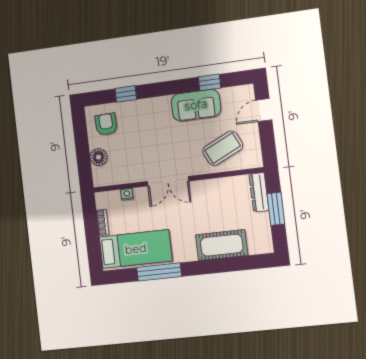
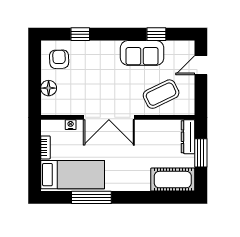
double door: (168, 181) -> (109, 117), width x1.37
cot: (222, 245) -> (173, 180), moved

